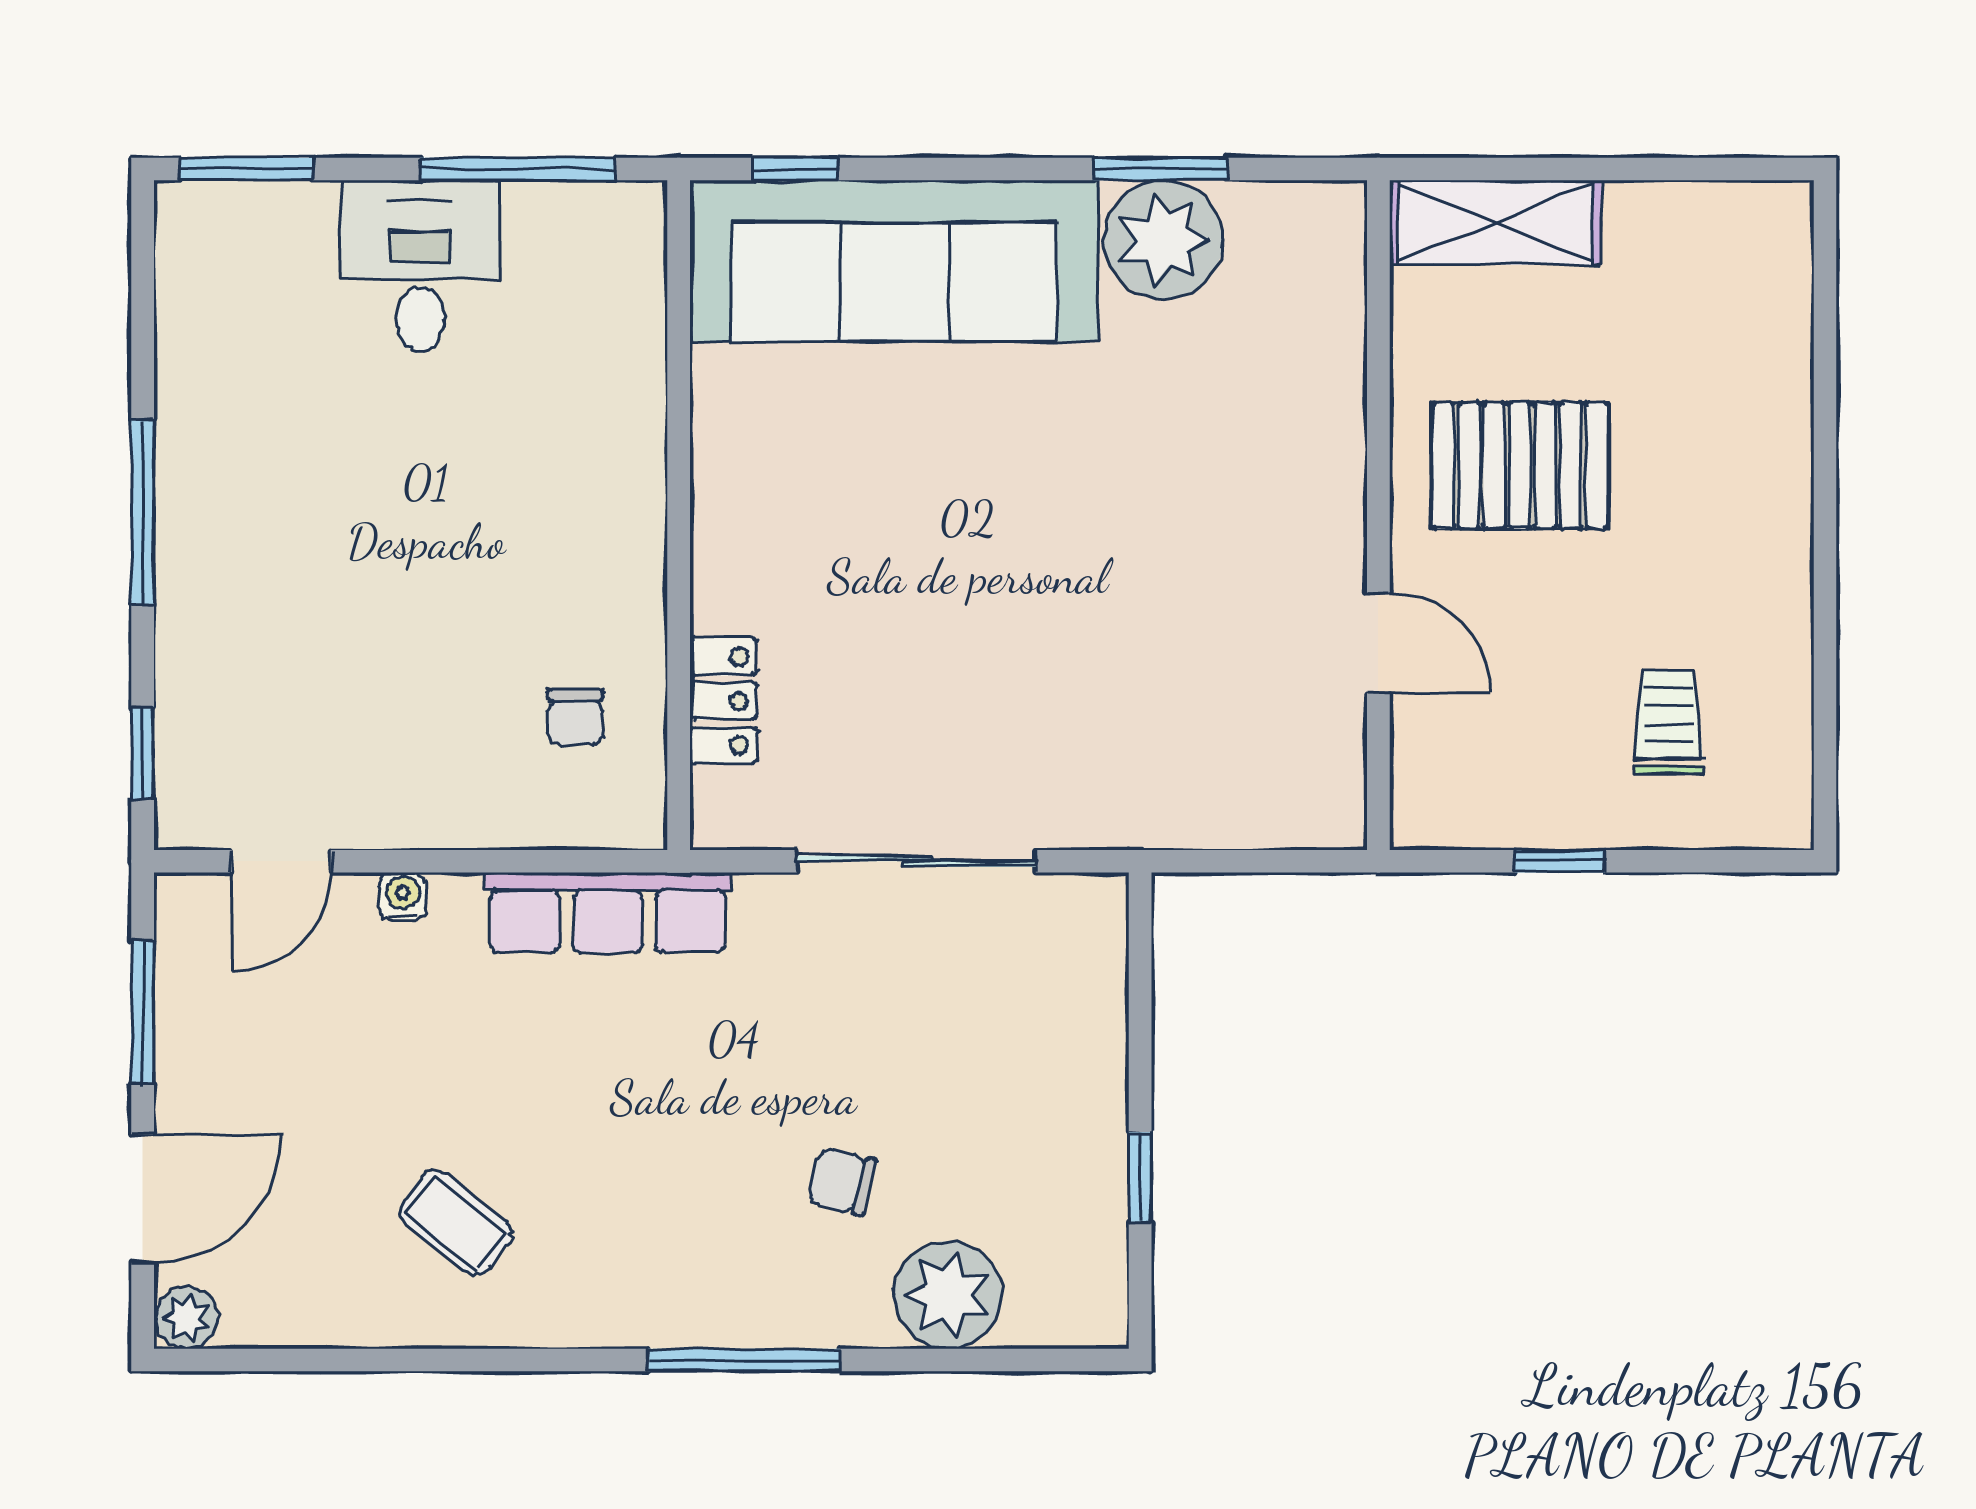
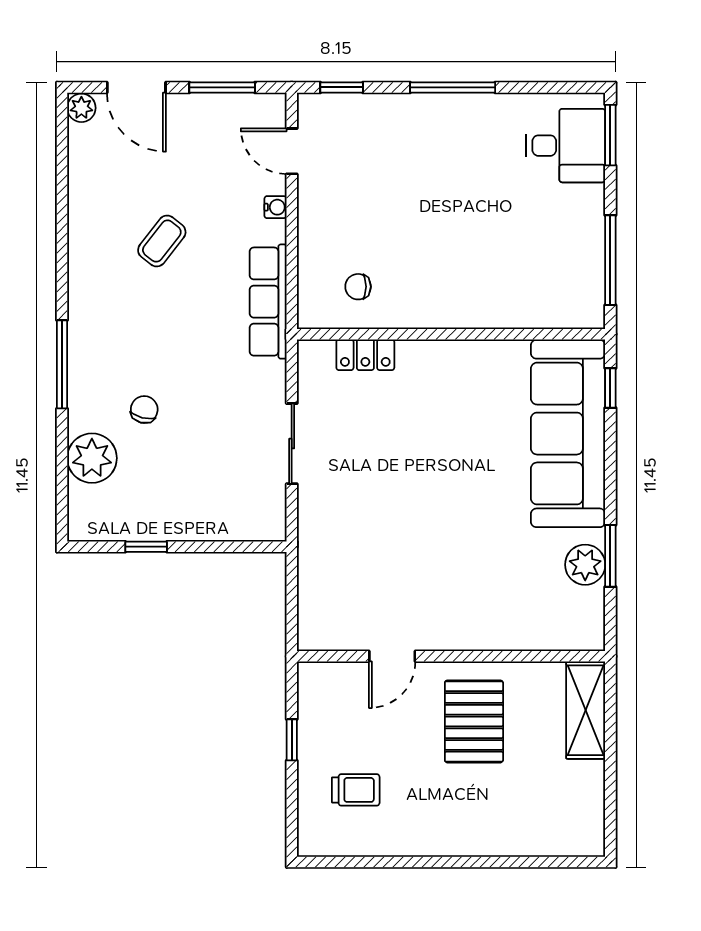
plant: (1163, 240) -> (585, 565), width x0.73, depth x0.73
desk: (420, 266) -> (566, 146), moved
sliding door: (916, 861) -> (292, 444), width x0.73
coffee table: (456, 1223) -> (162, 241), moved

